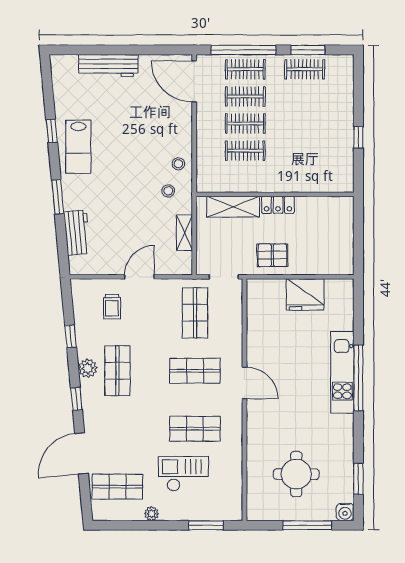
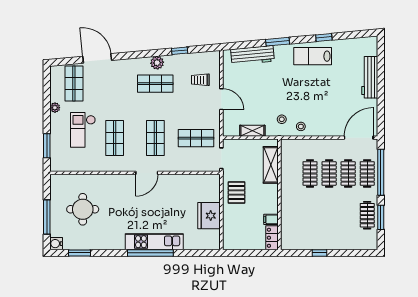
locker: (278, 205) -> (272, 238), moved
filing cabinet: (311, 206) -> (271, 219), added
workbench: (77, 233) -> (252, 55), width x1.37
window: (76, 399) -> (136, 55), removed
checkout: (183, 474) -> (83, 130), turned 180

